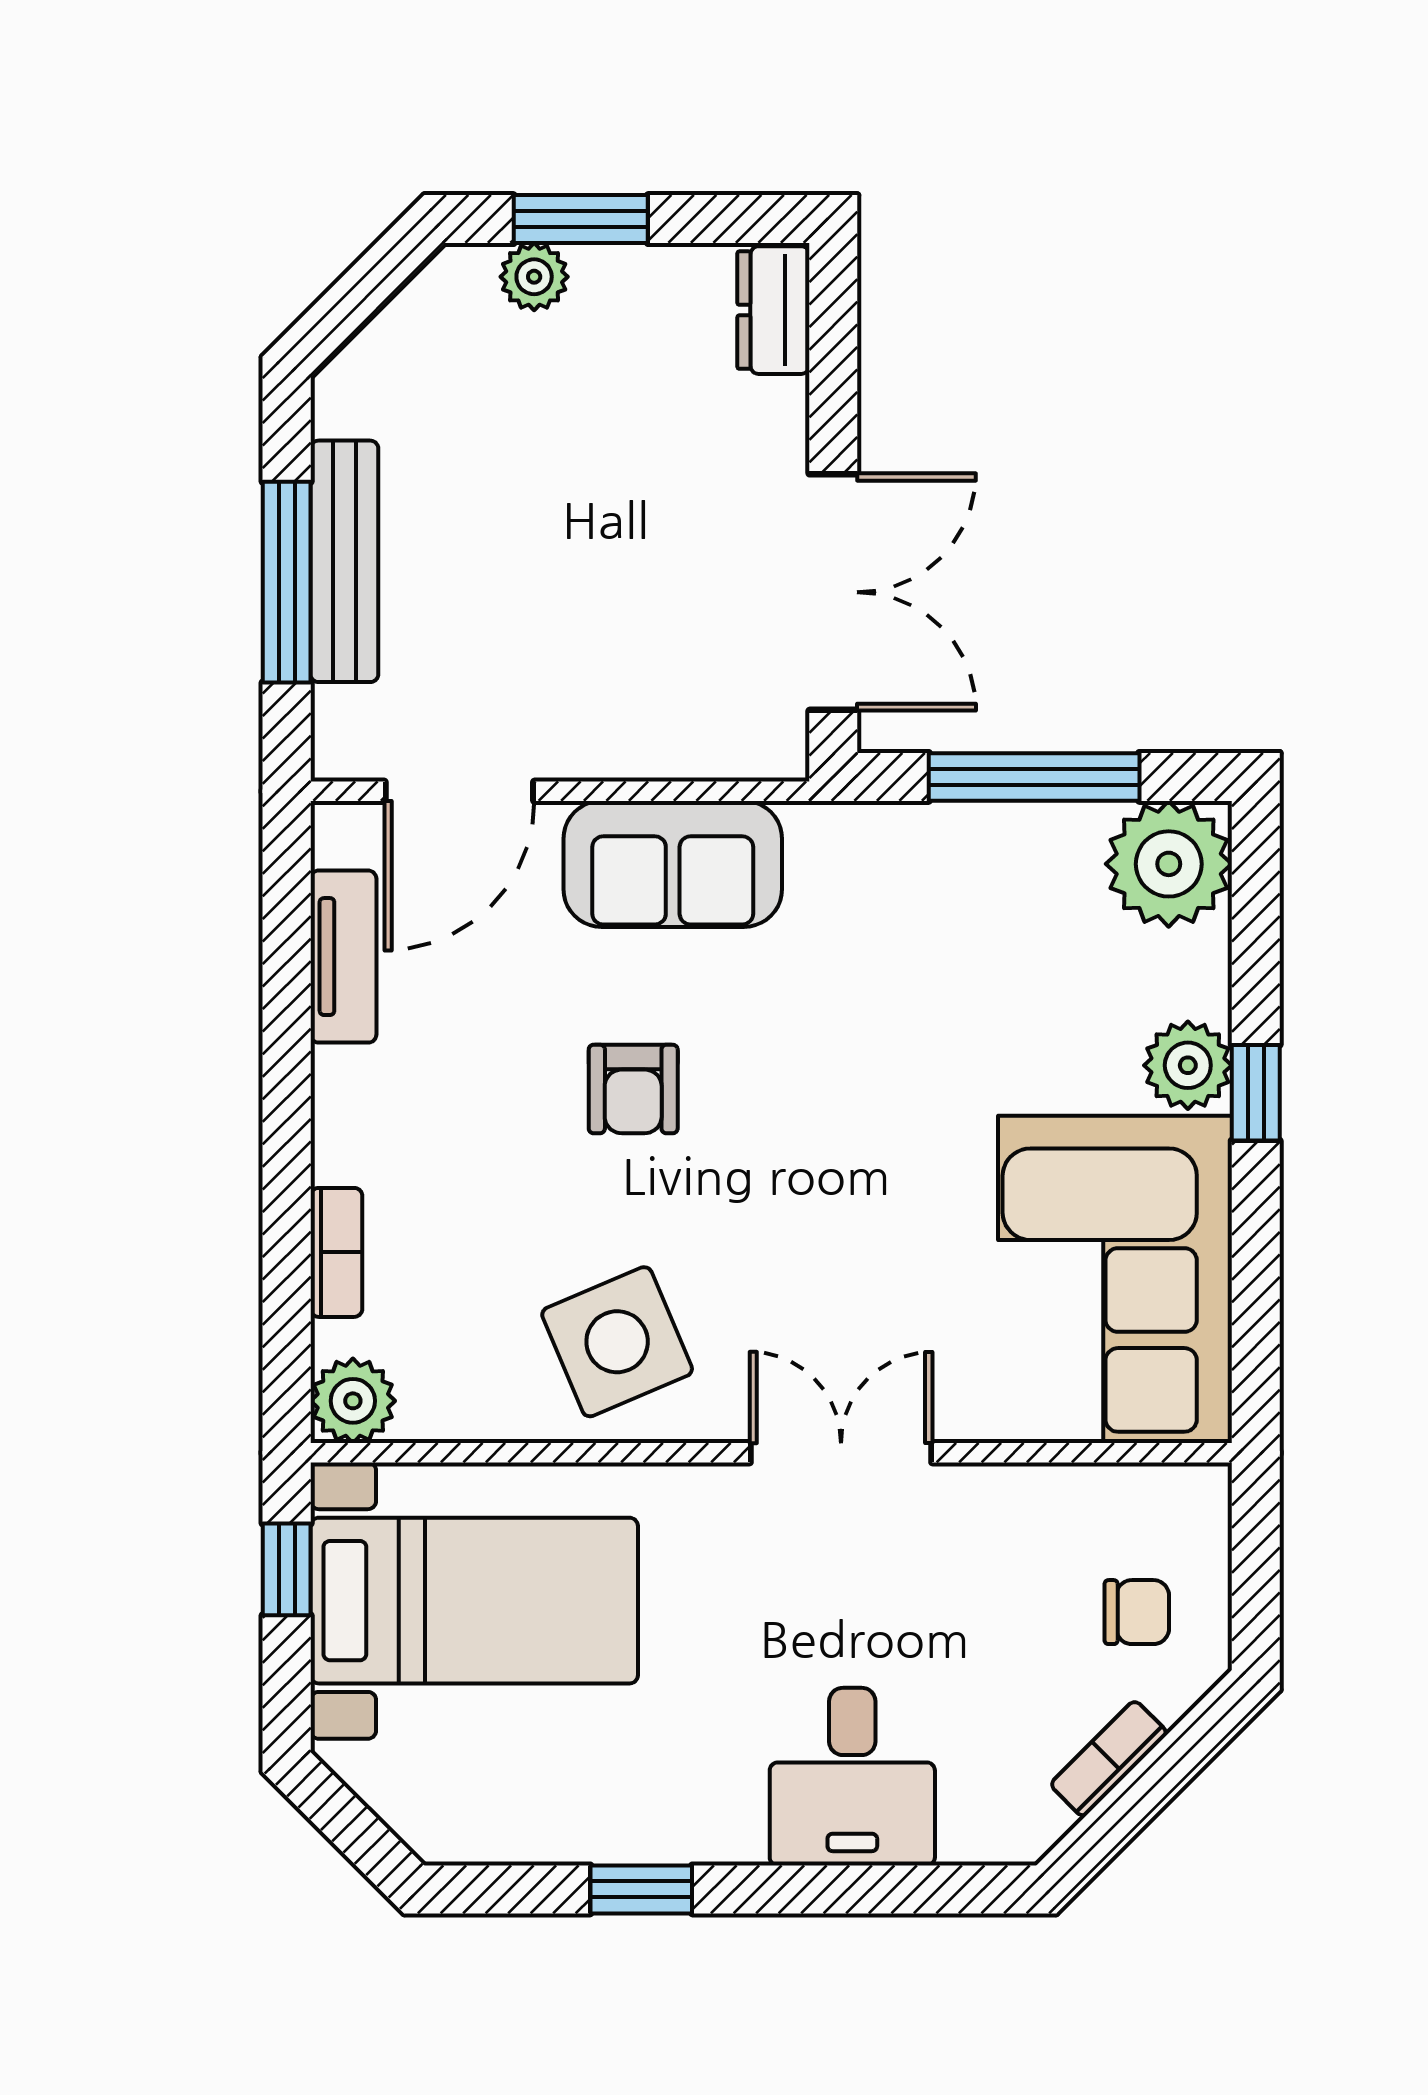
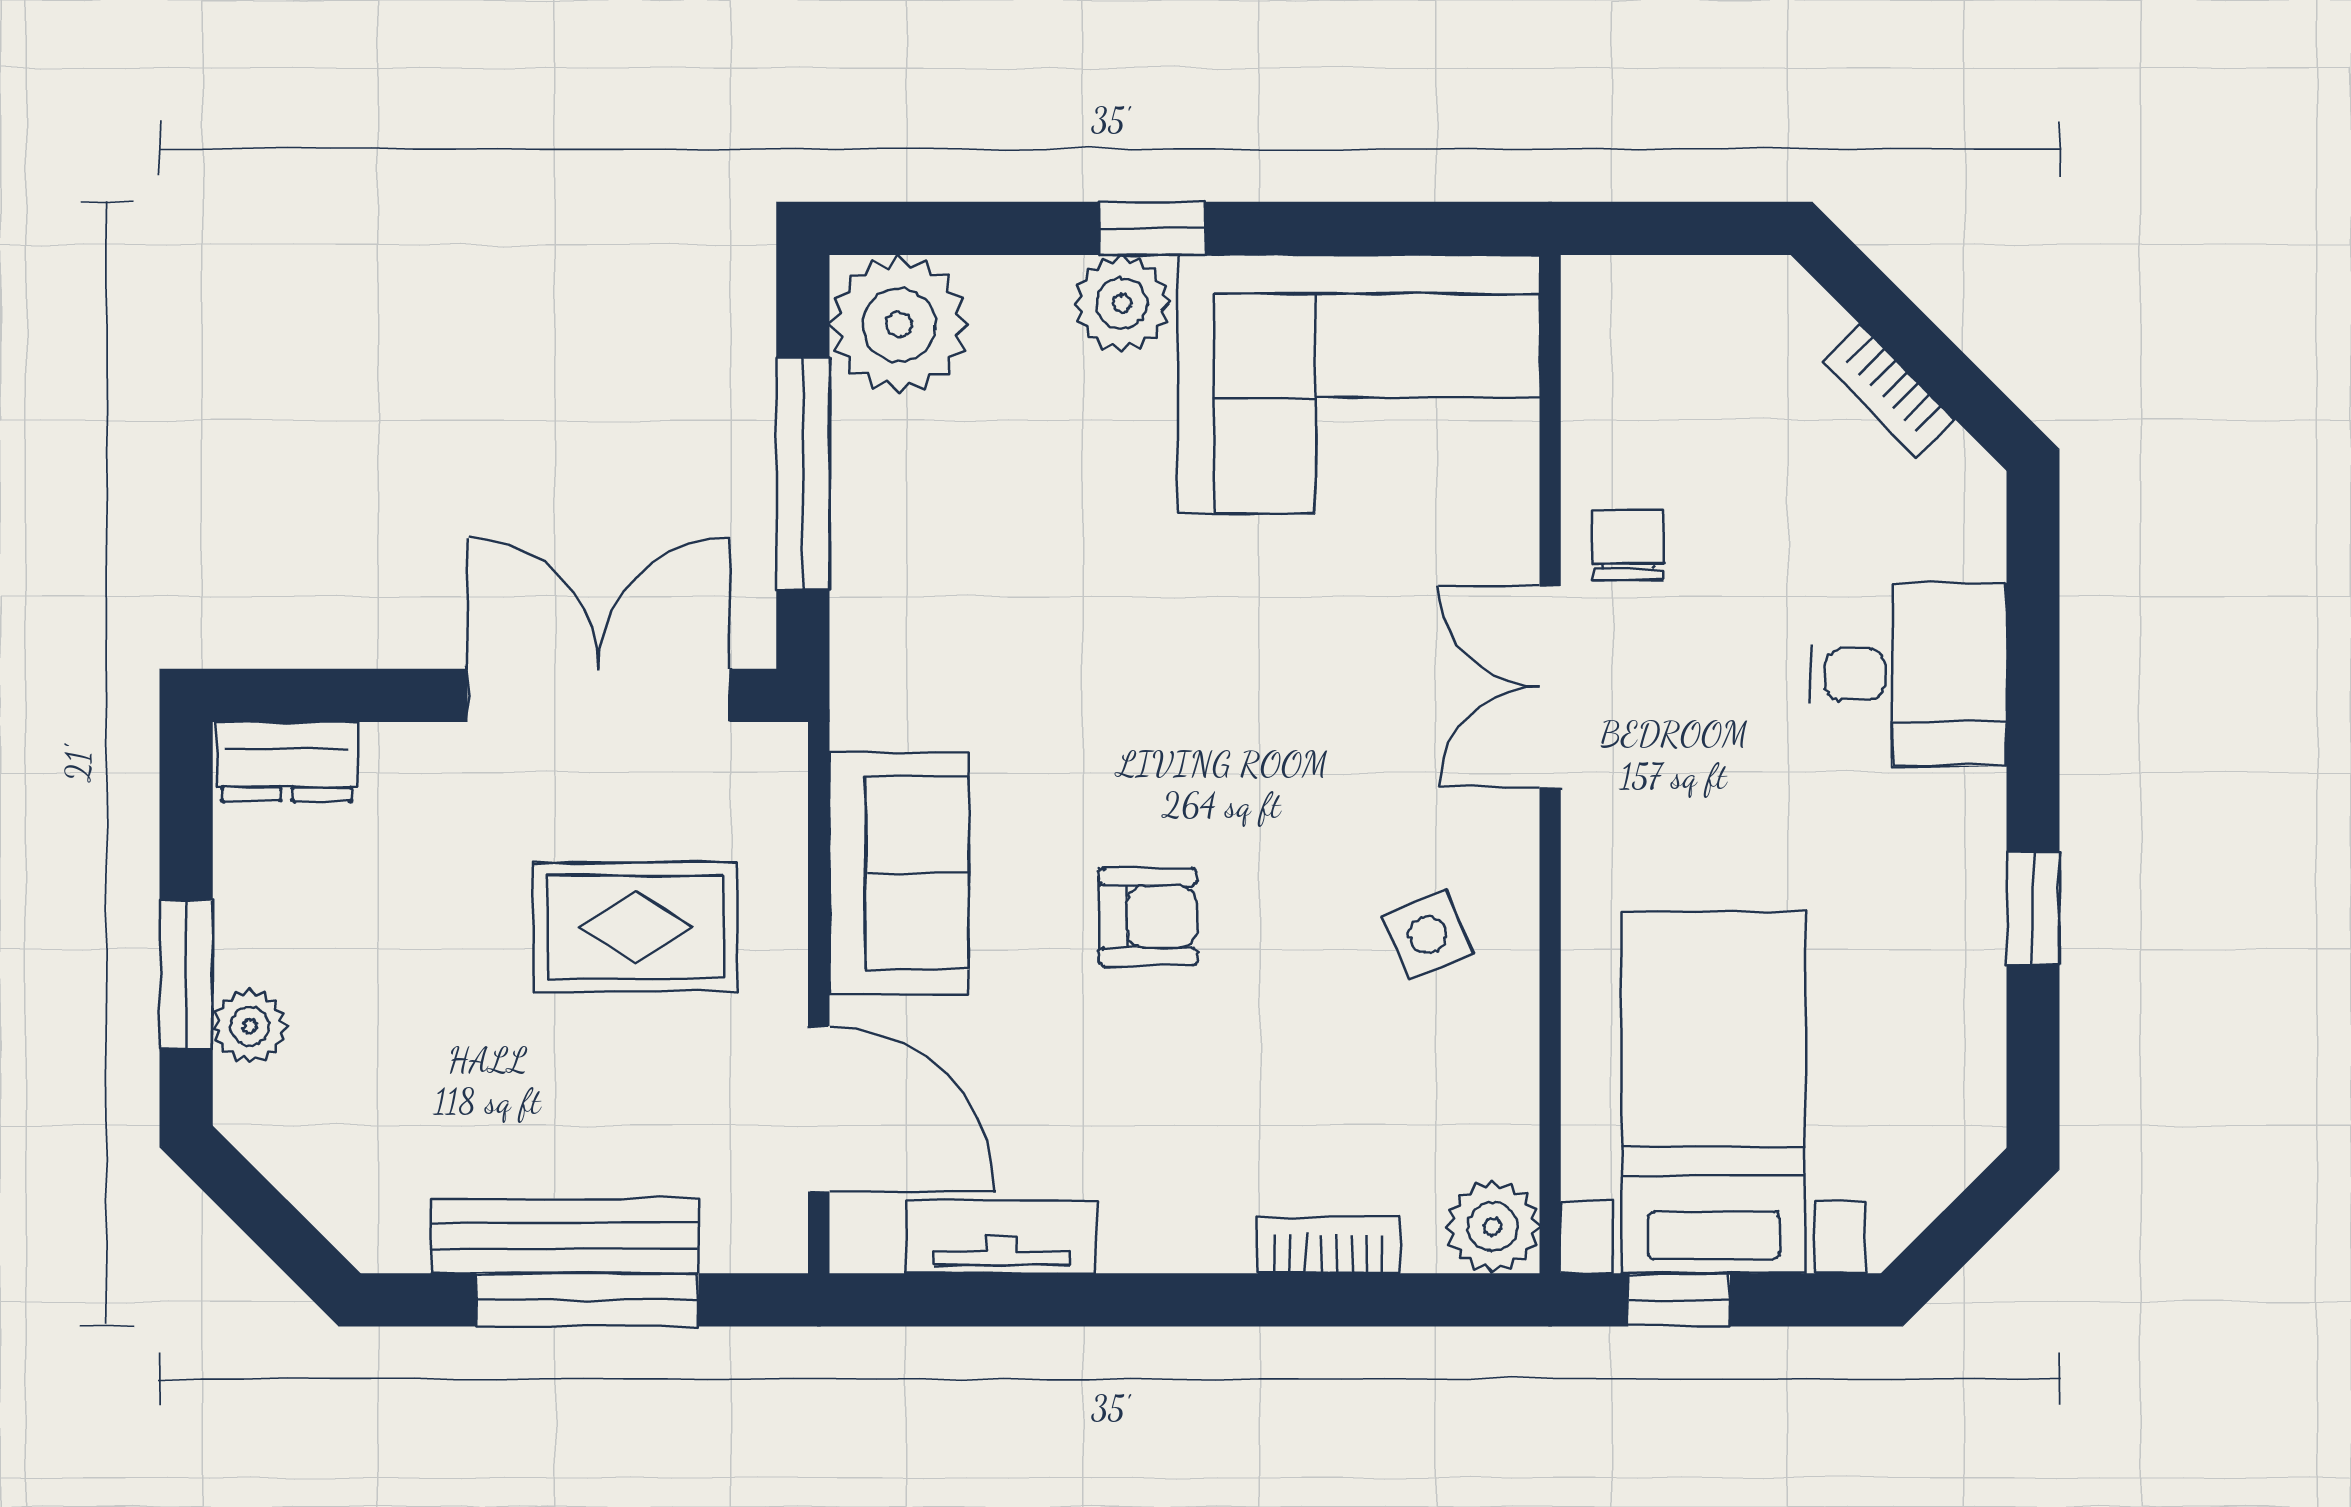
rug: (624, 626) -> (636, 927), added
side table: (617, 1342) -> (1427, 934), width x0.54, depth x0.54
chair: (1137, 1612) -> (1628, 545), moved

